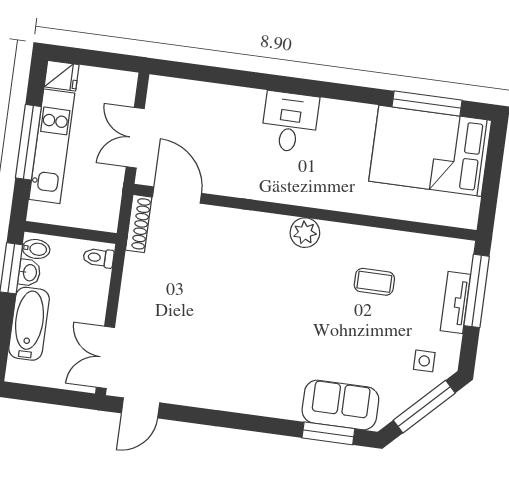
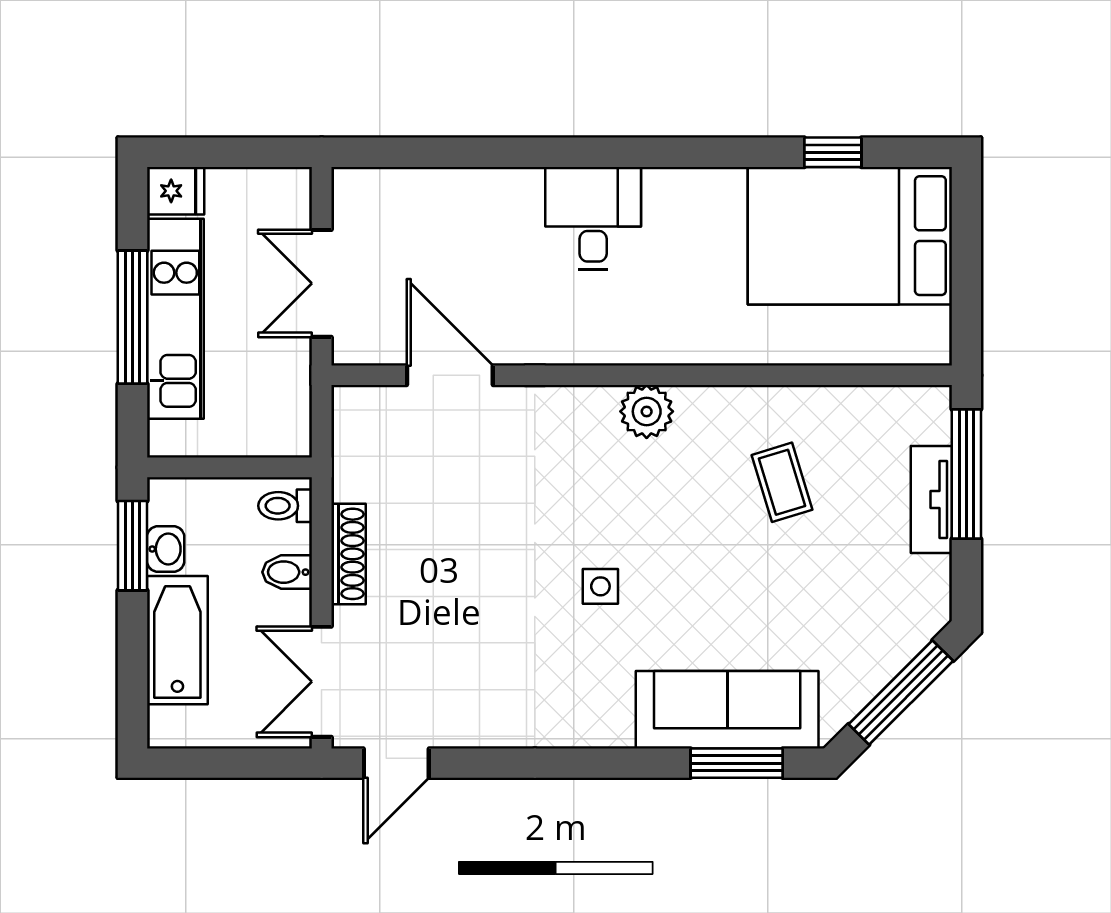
window: (427, 104) -> (833, 152), width x0.46
door: (177, 195) -> (450, 375), moved
shoe rack: (139, 224) -> (348, 554), moved
bidet: (36, 249) -> (287, 572), moved, turned 180
coffee table: (374, 282) -> (782, 482), turned 73
side table: (424, 361) -> (600, 586), moved
sofa: (340, 405) -> (727, 710), width x1.36

